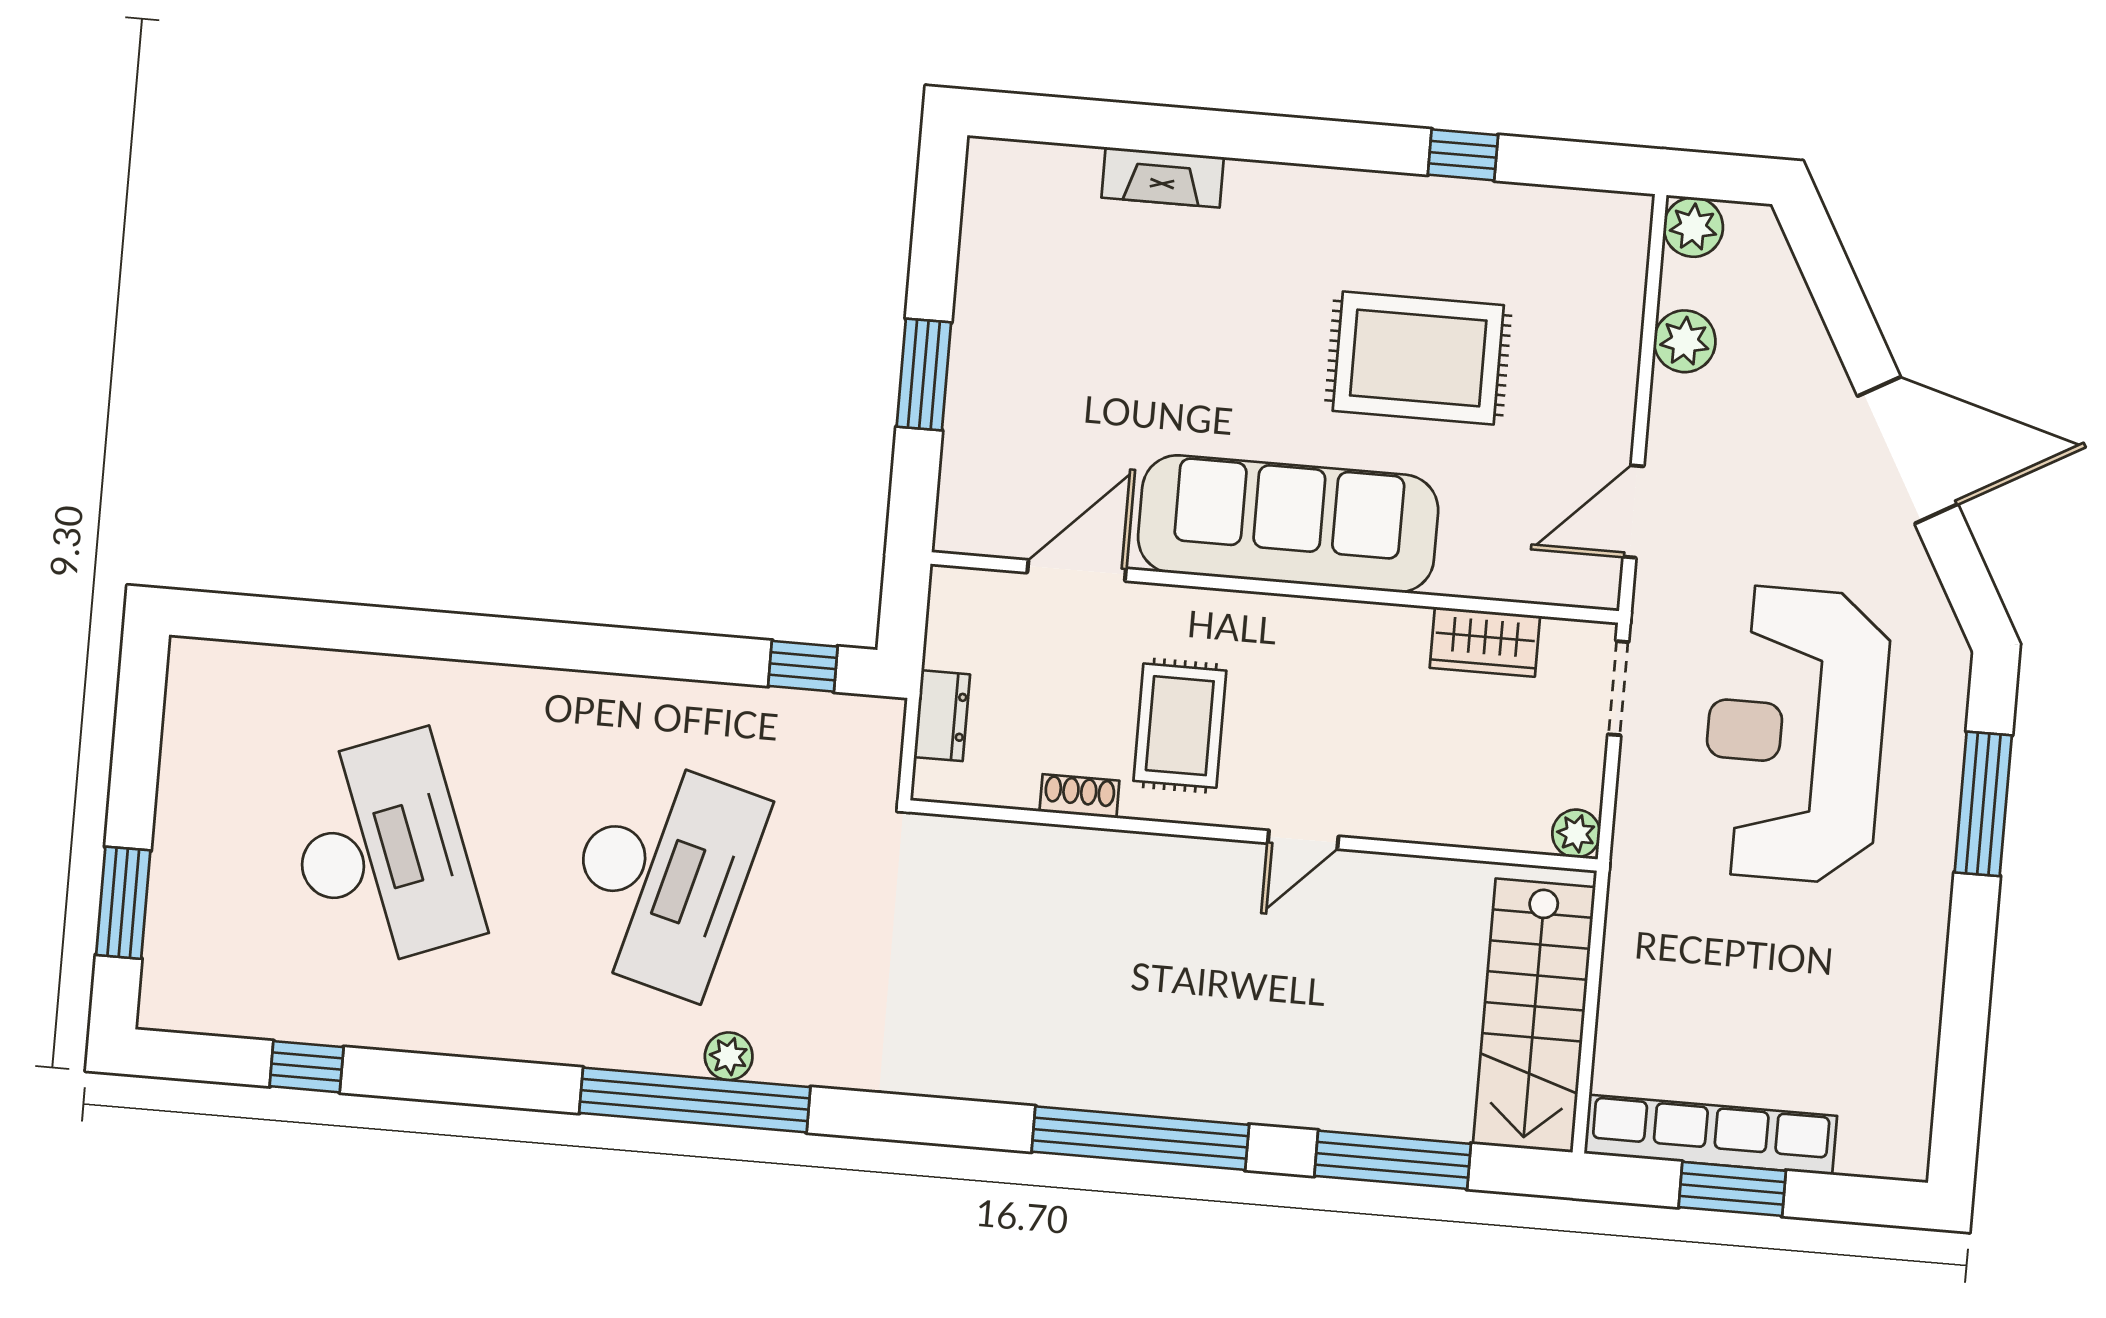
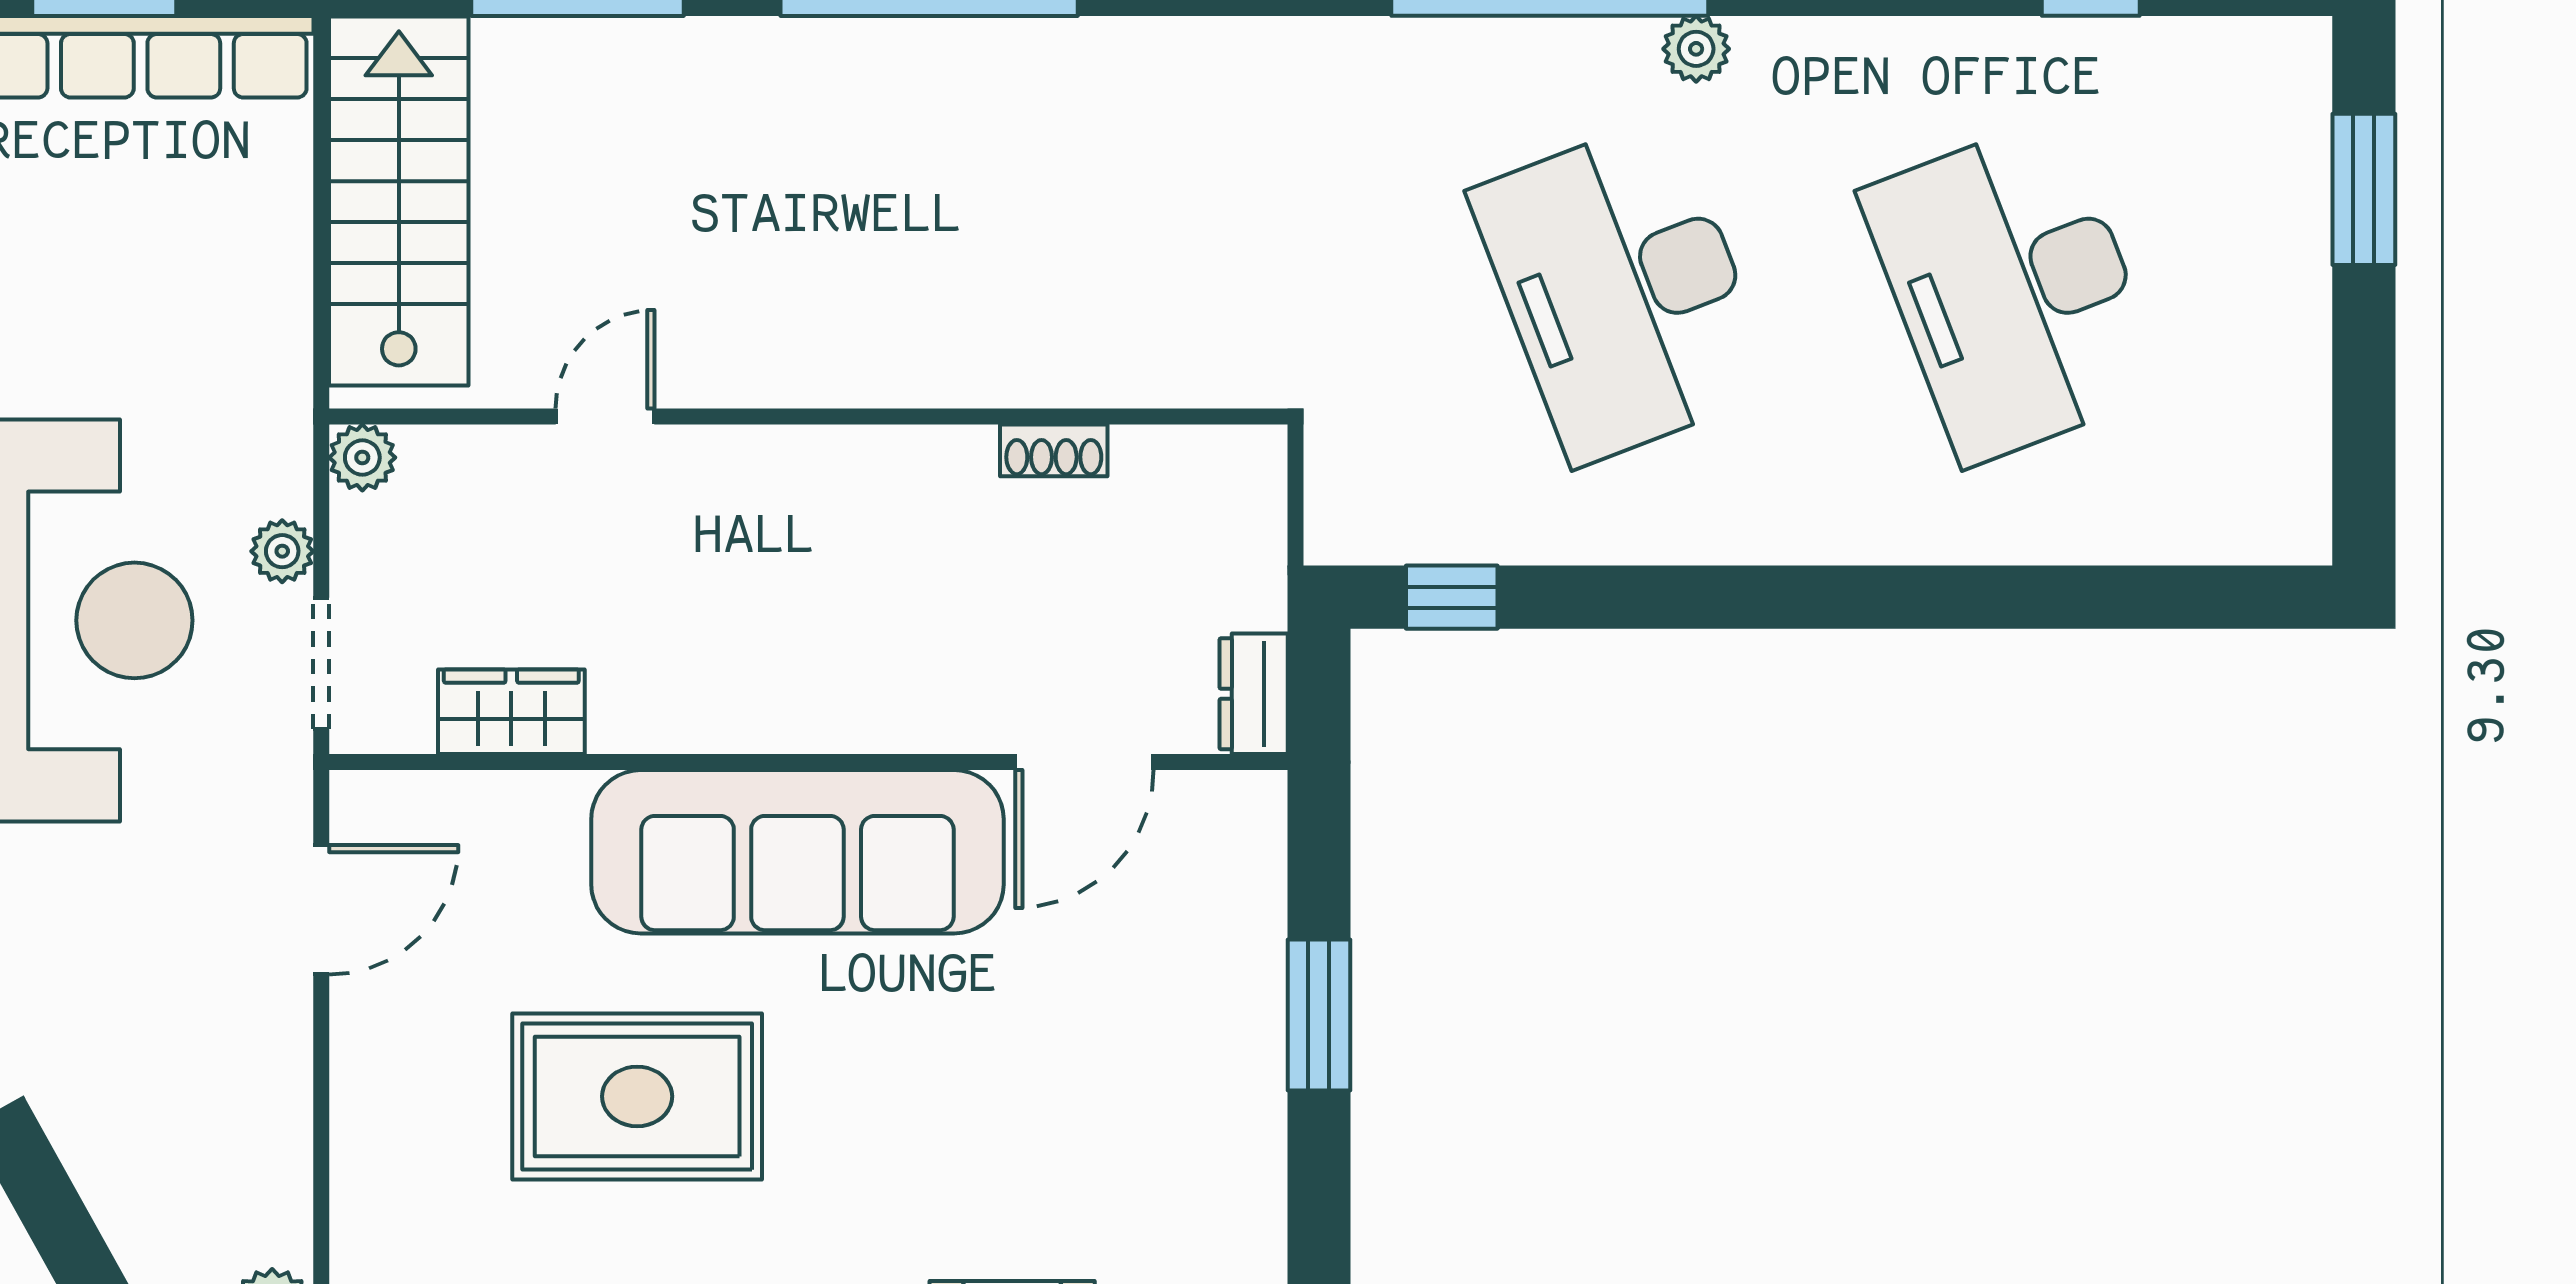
plant: (1685, 341) -> (282, 551), moved, width x0.73, depth x0.73
dresser: (942, 716) -> (1254, 694), moved
rug: (1180, 726) -> (923, 560), removed
door: (1303, 840) -> (605, 416), moved
desk: (661, 876) -> (1623, 291), turned -36
plant: (729, 1056) -> (1696, 49), moved

